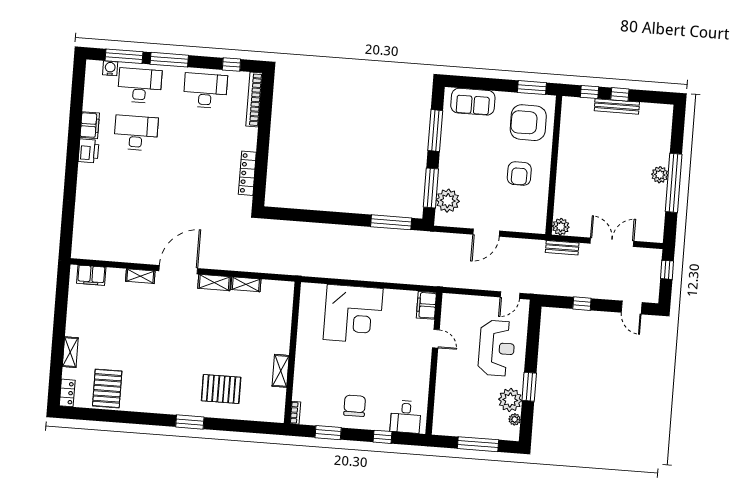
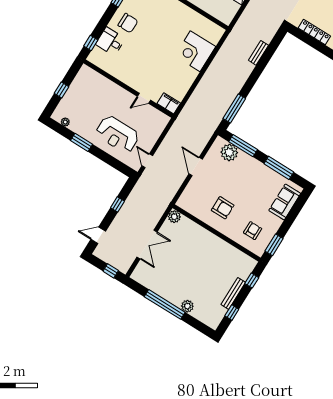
window: (620, 94) -> (232, 313), moved
armchair: (528, 123) -> (253, 231), width x0.53, depth x0.53
armchair: (519, 174) -> (223, 208), turned 180
plant: (660, 175) -> (187, 306), moved
bench: (562, 248) -> (258, 53), moved
corner desk: (353, 314) -> (195, 51), width x0.74, depth x0.74
plant: (510, 400) -> (79, 126), removed
desk: (406, 417) -> (110, 42), moved
window: (382, 437) -> (91, 43), moved
window: (478, 444) -> (62, 90), width x0.46

